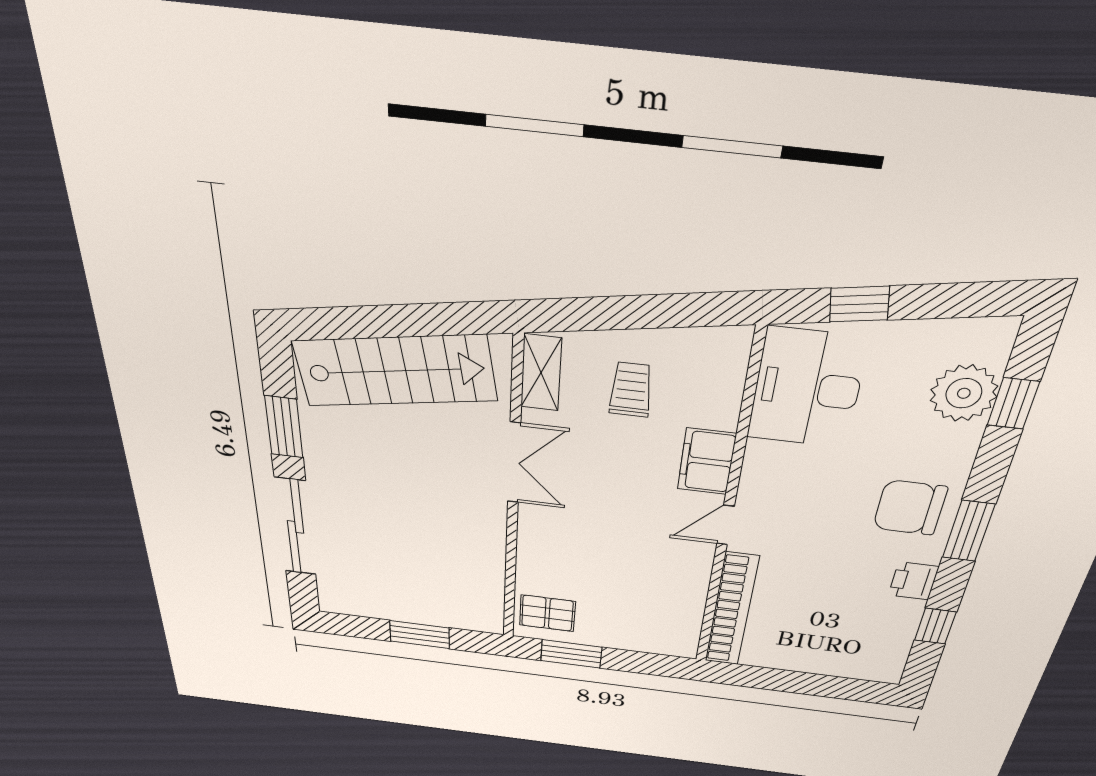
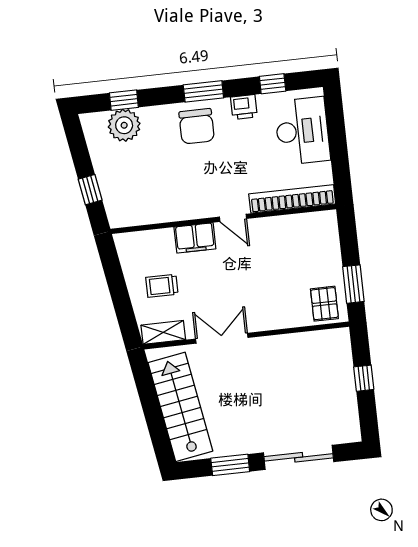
desk: (807, 388) -> (302, 131), moved, turned -90
window: (420, 635) -> (364, 378), width x0.67

